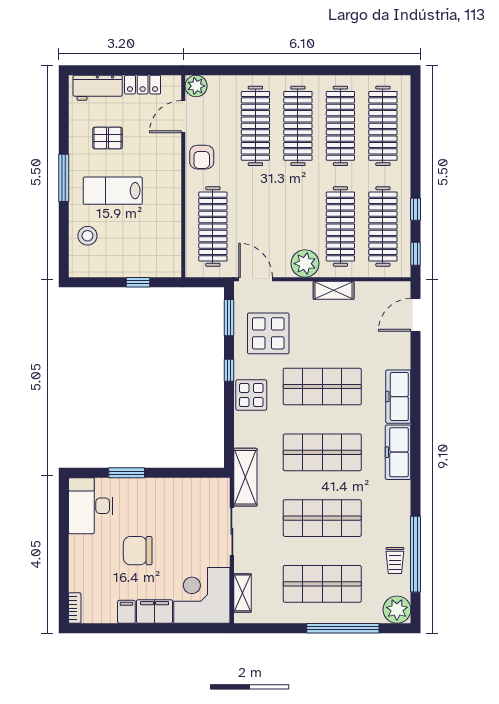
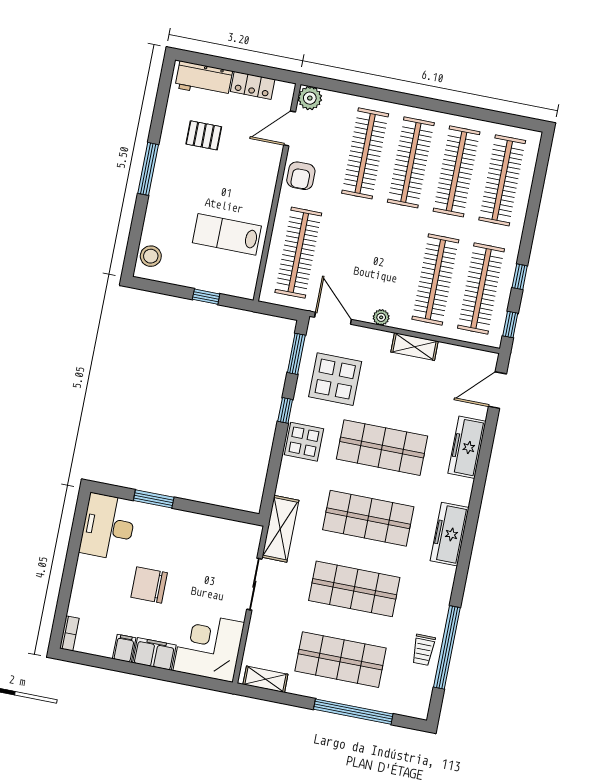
lab bench: (113, 191) -> (227, 234), moved
stool: (87, 236) -> (151, 256), moved
plant: (305, 264) -> (381, 317), width x0.53, depth x0.53
freezer: (398, 397) -> (467, 447), moved
shelving: (242, 593) -> (265, 679), moved, turned 90
plant: (397, 610) -> (415, 703), removed

